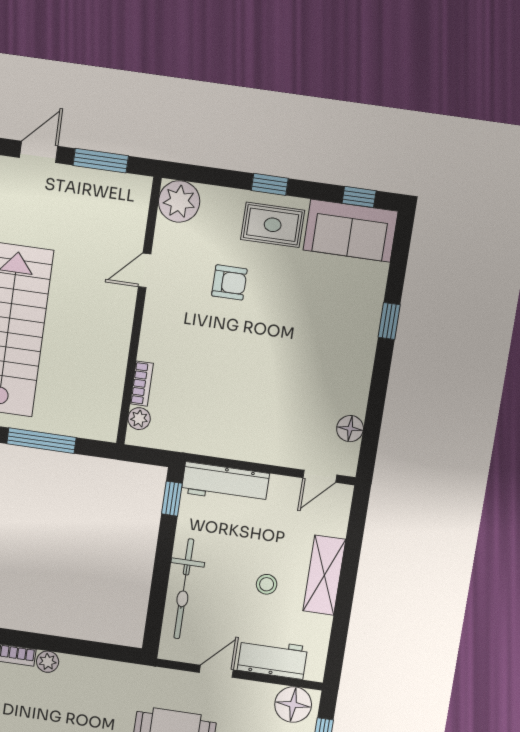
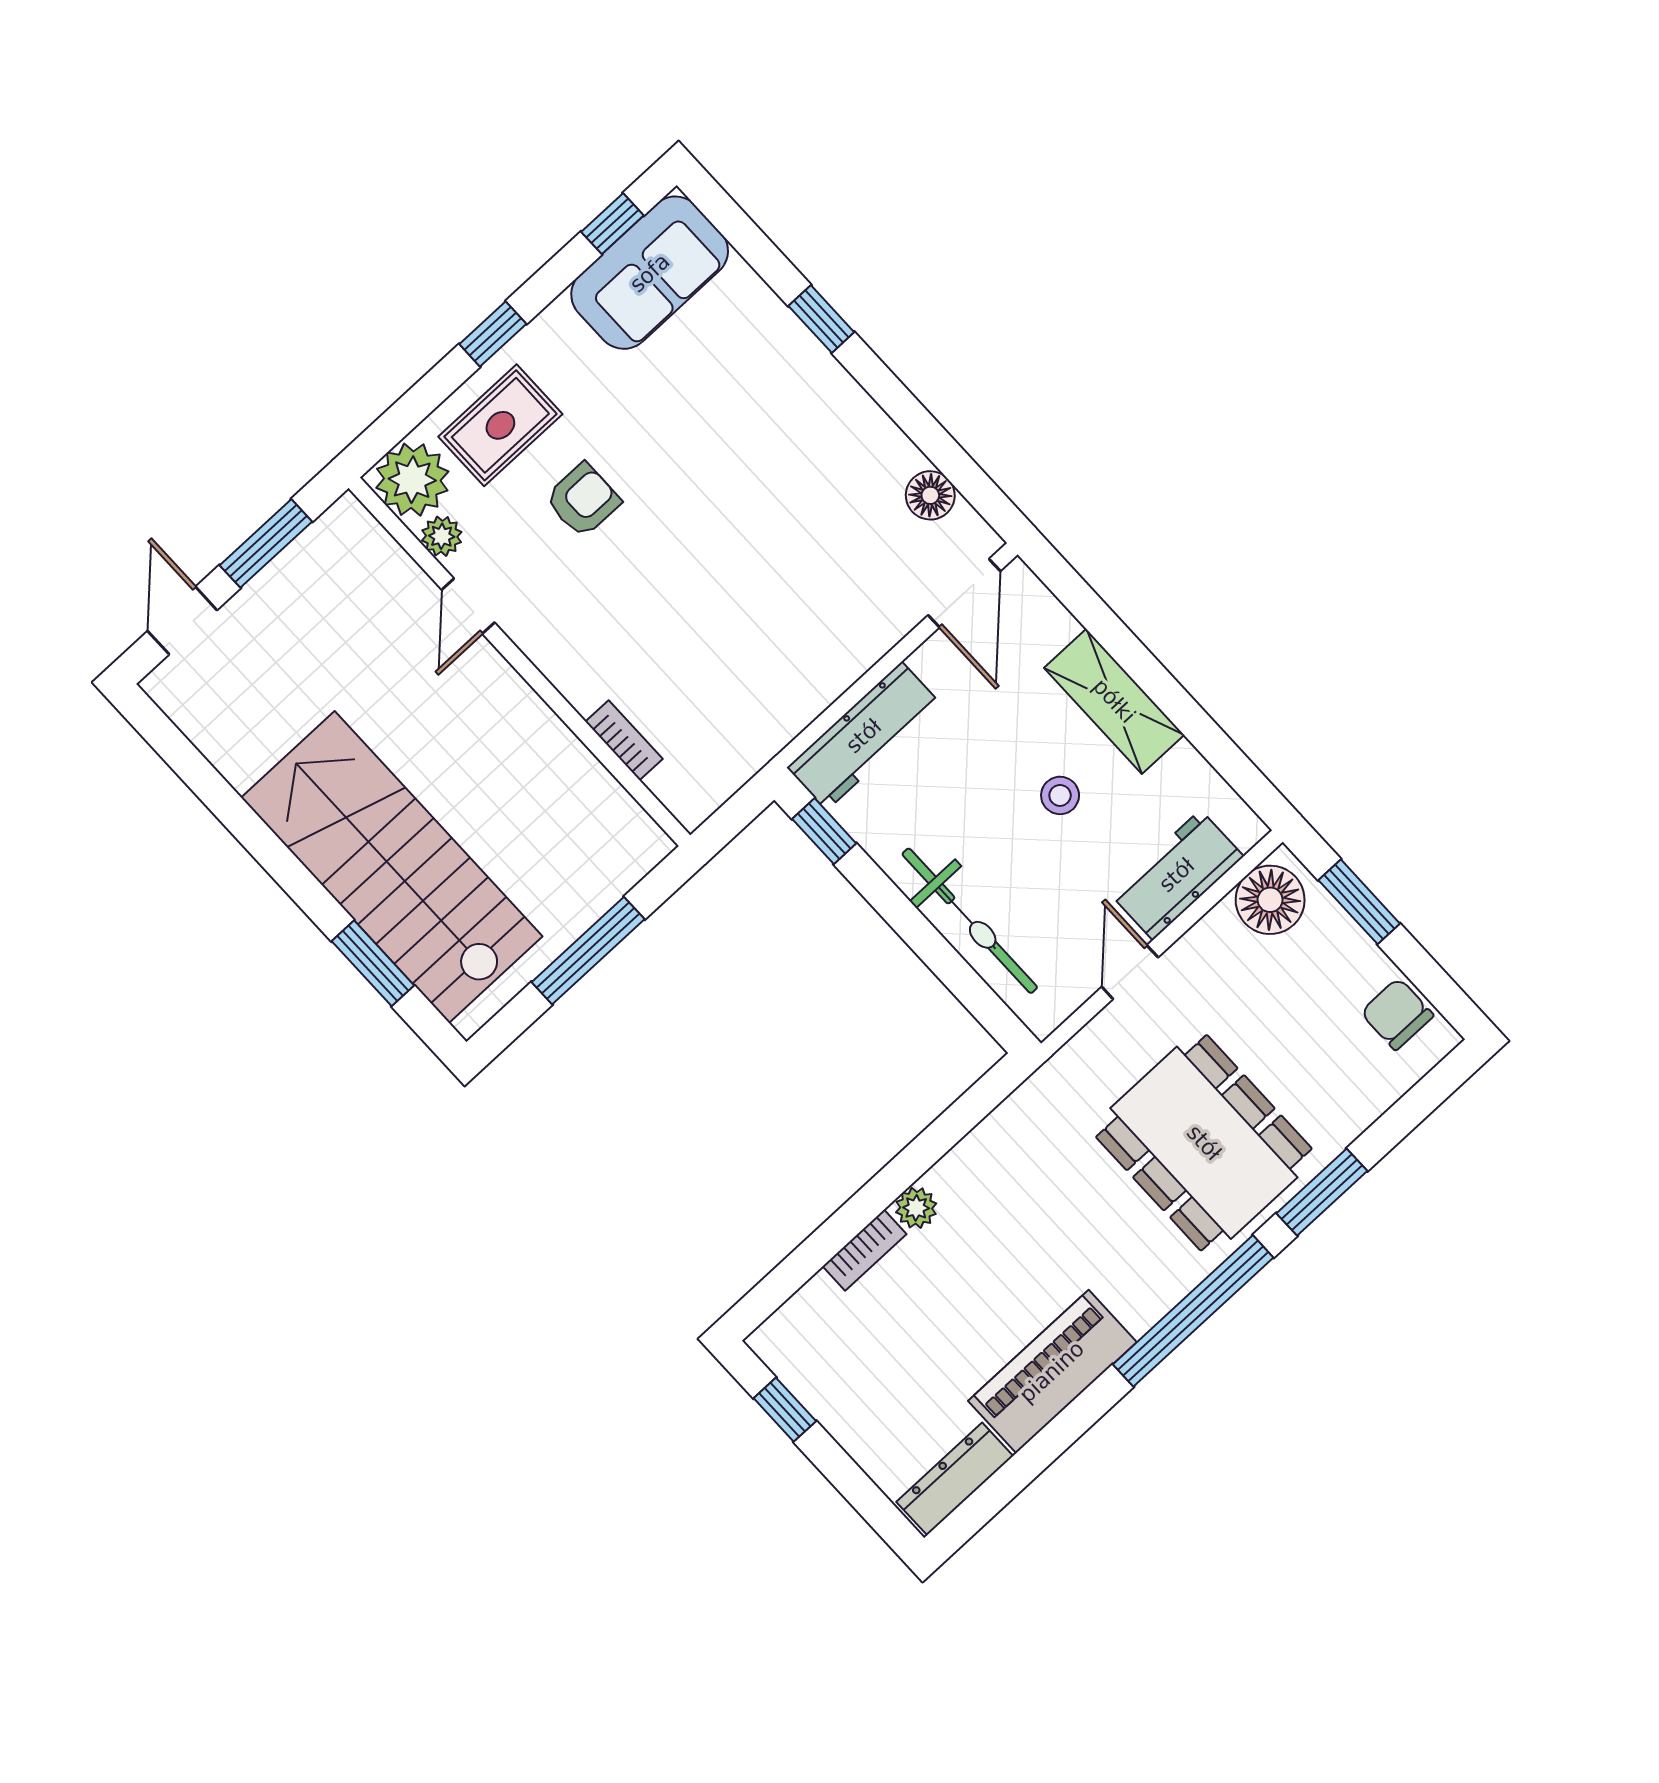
rug: (273, 225) -> (500, 425), moved
plant: (139, 419) -> (442, 536), moved
door: (320, 476) -> (964, 593), width x1.38

